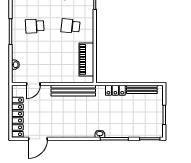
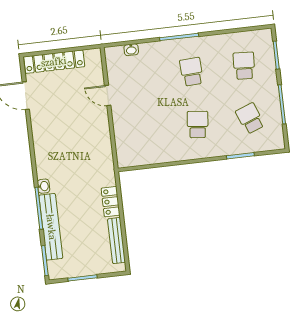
piano: (86, 59) -> (151, 154), removed
door: (33, 84) -> (108, 95), moved
bench: (73, 91) -> (51, 227), moved

